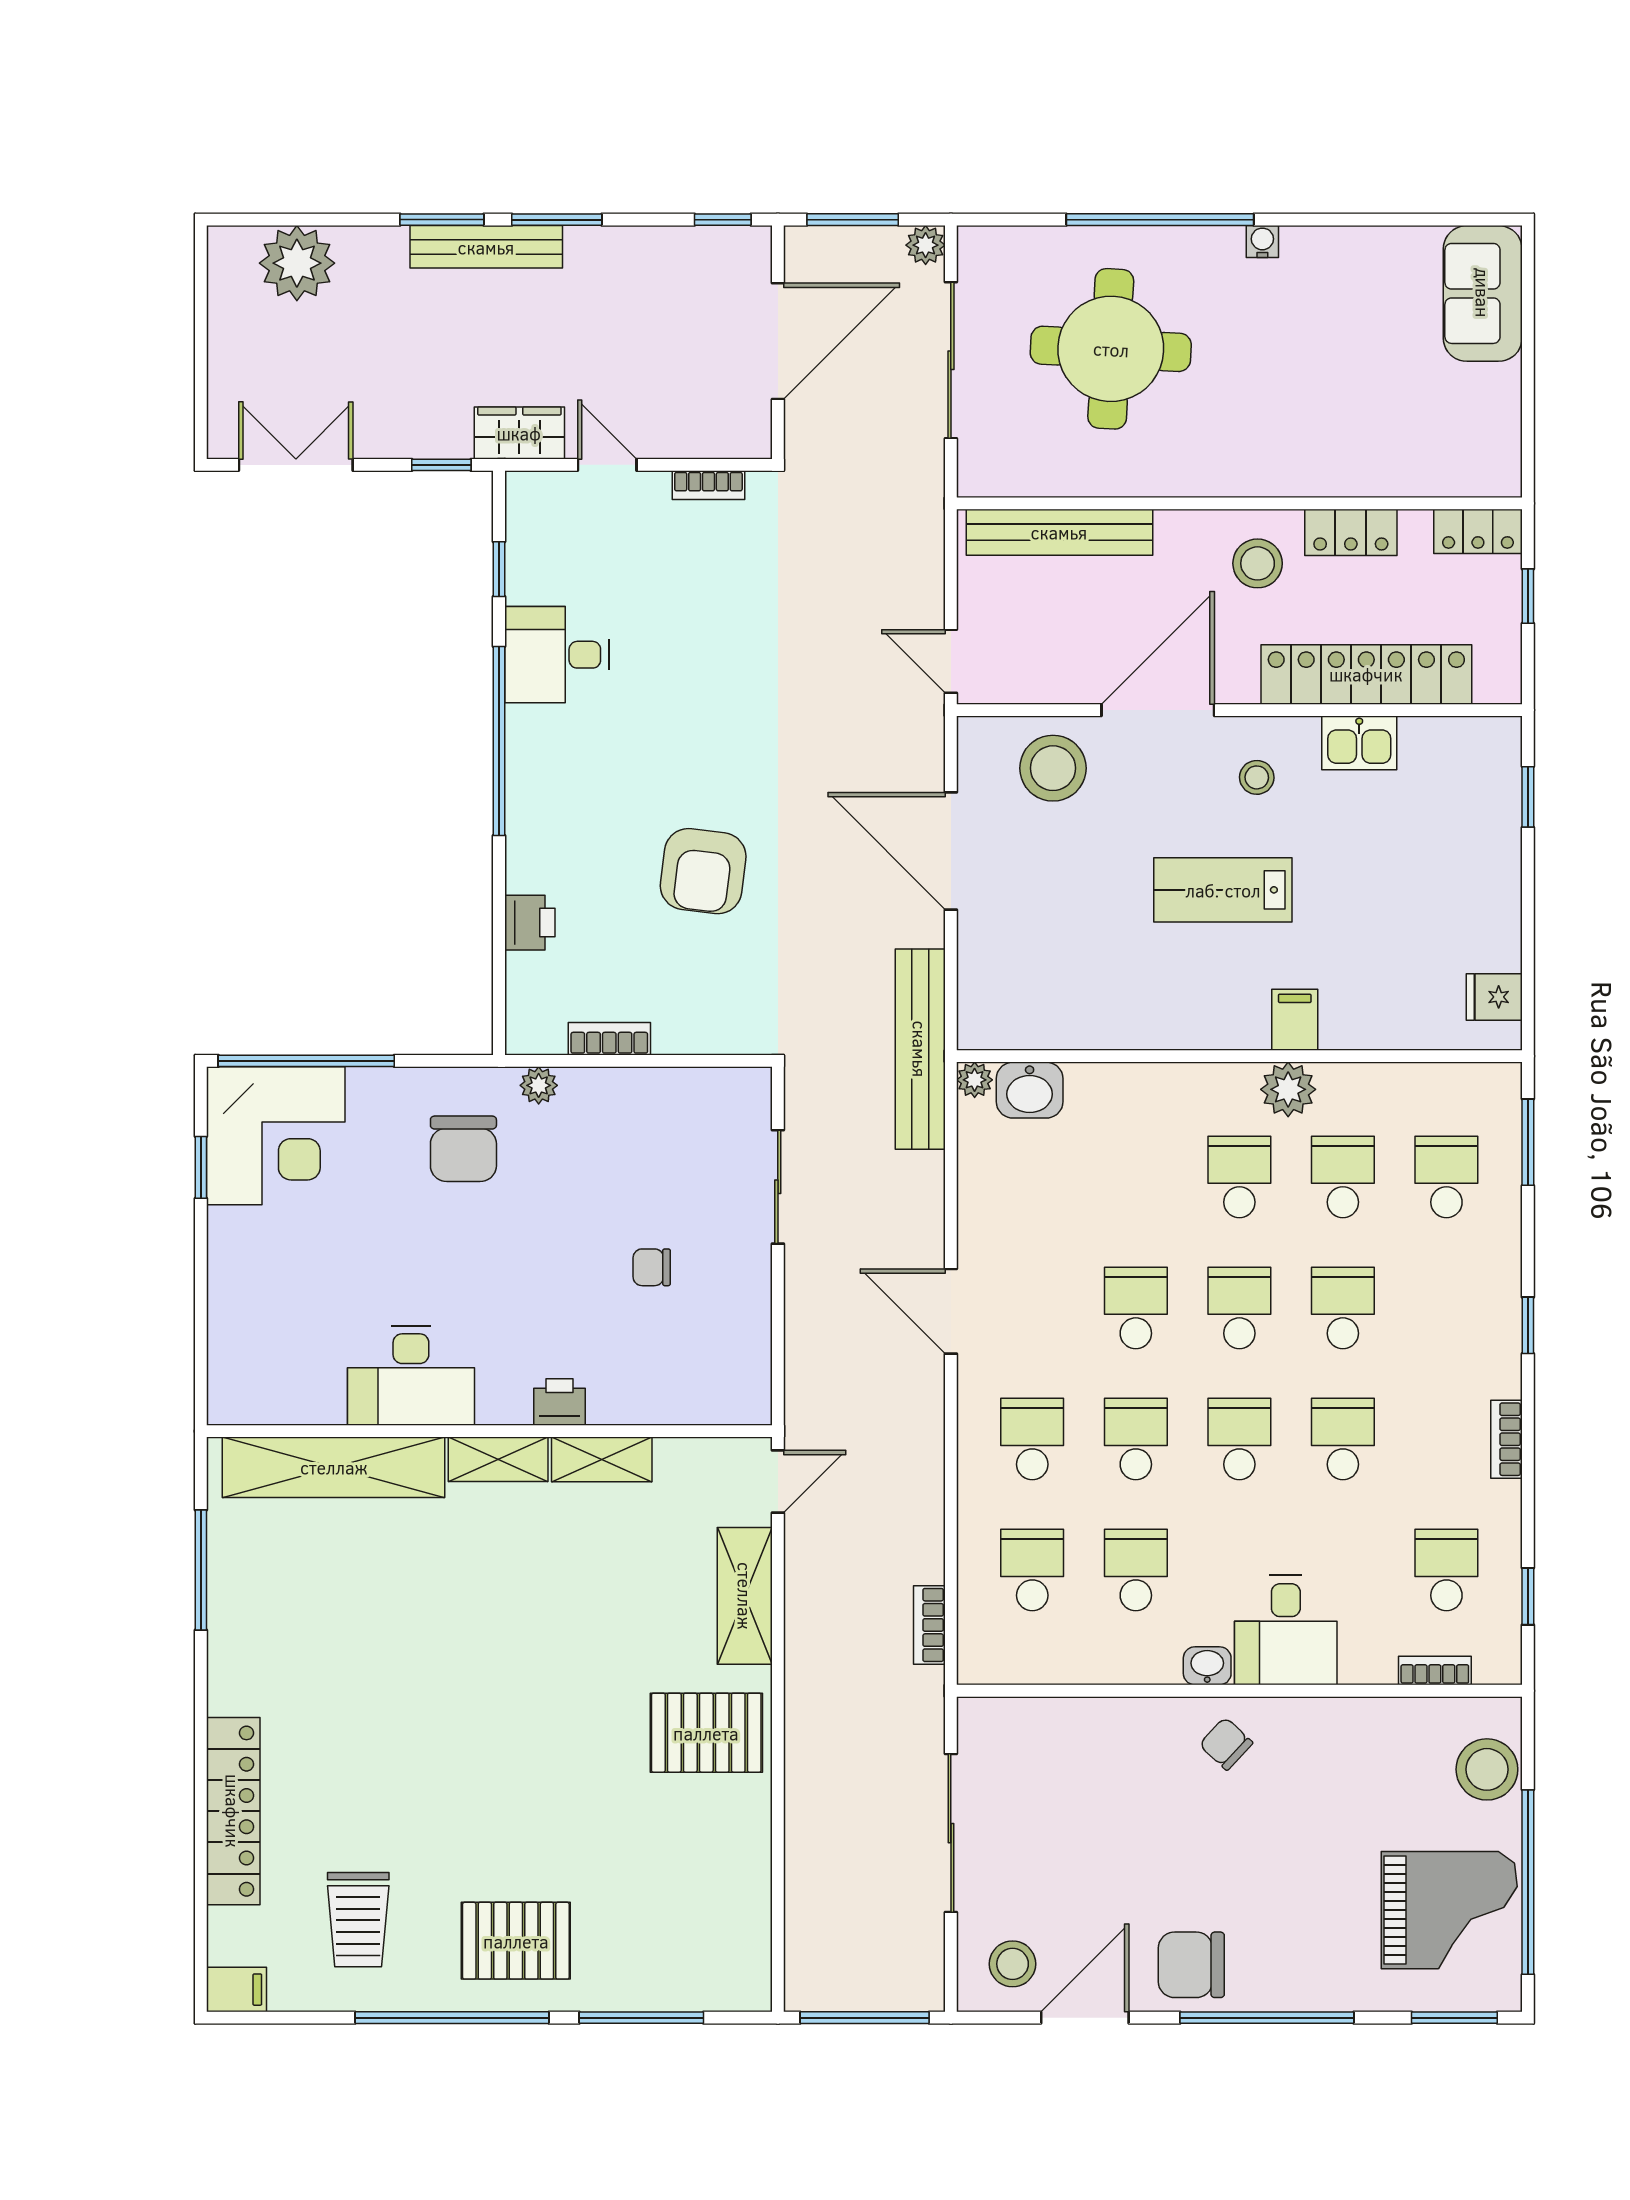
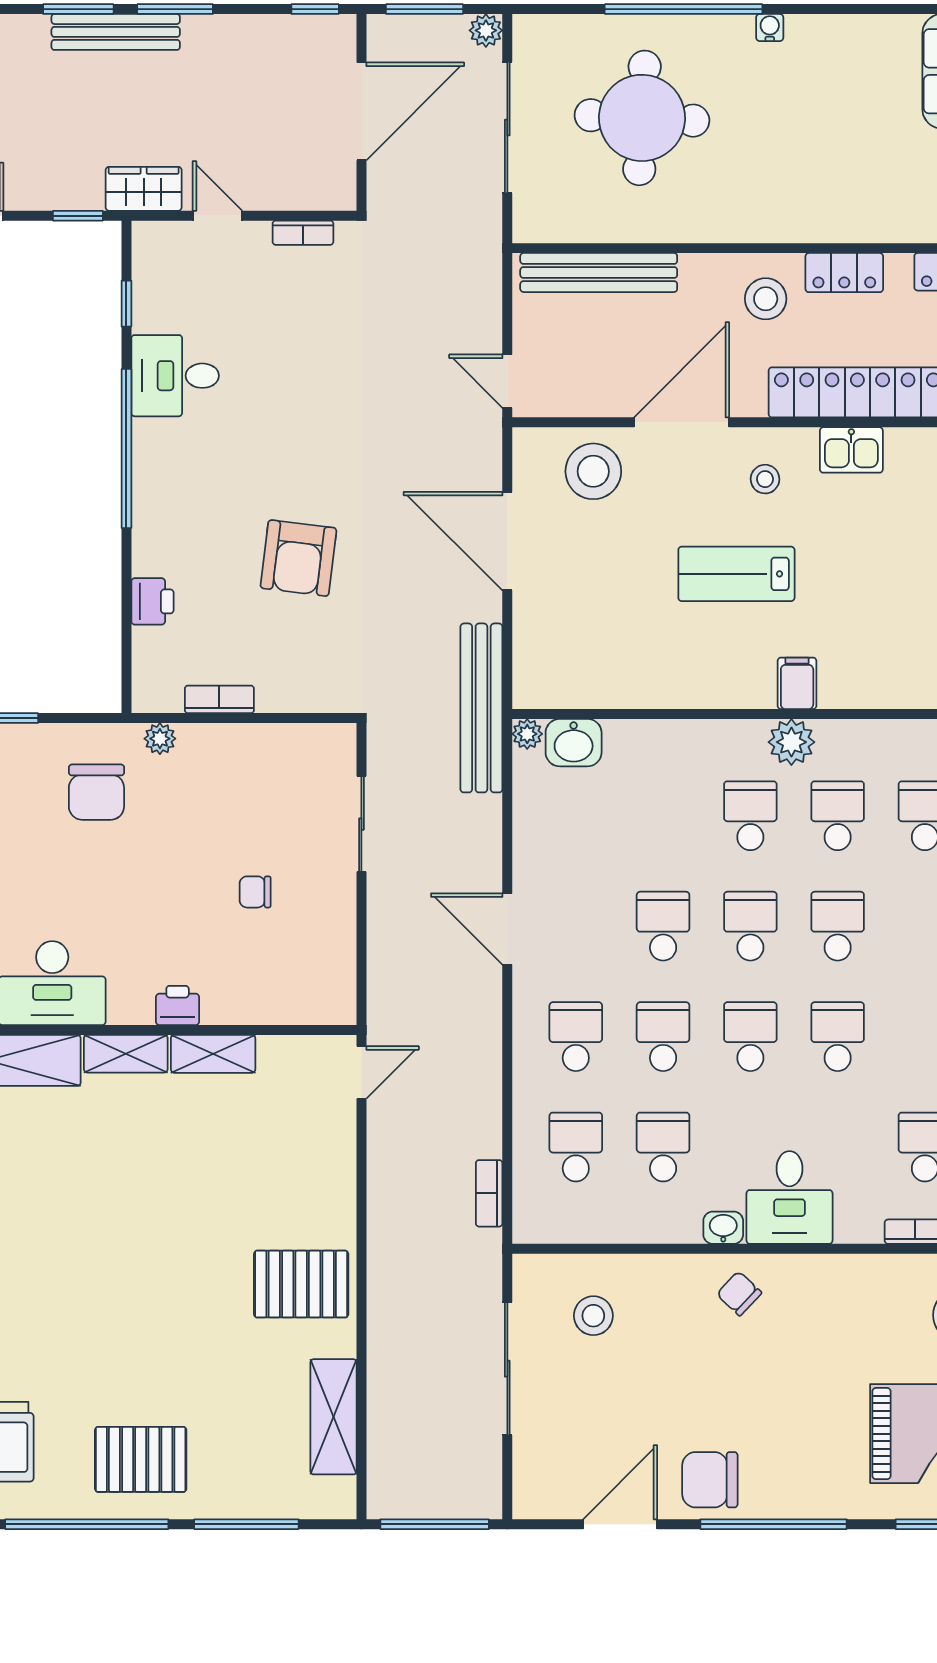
shelving: (745, 1596) -> (333, 1417), moved
stool: (1013, 1964) -> (593, 1316), moved

